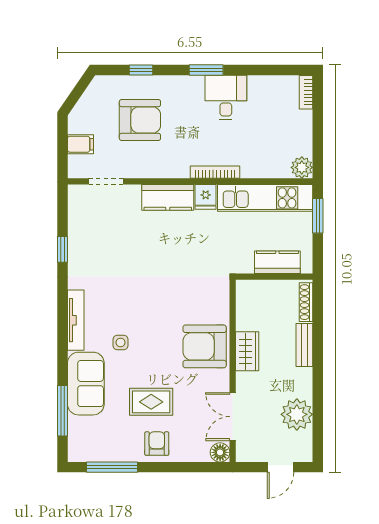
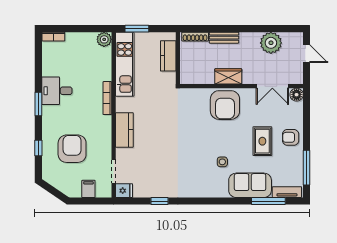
fridge: (206, 197) -> (124, 191), moved
tv unit: (76, 320) -> (287, 192), moved, width x0.71

